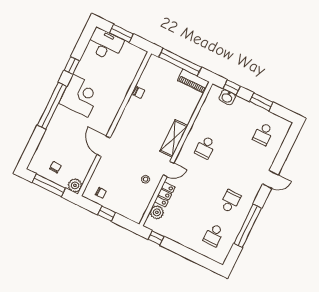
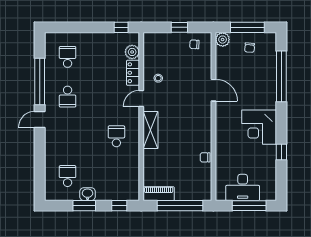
window: (121, 33) -> (249, 206), width x1.44
desk: (105, 44) -> (243, 187), moved
washbasin: (227, 97) -> (88, 194), moved
window: (52, 106) -> (281, 76), moved
door: (270, 179) -> (40, 119), moved

